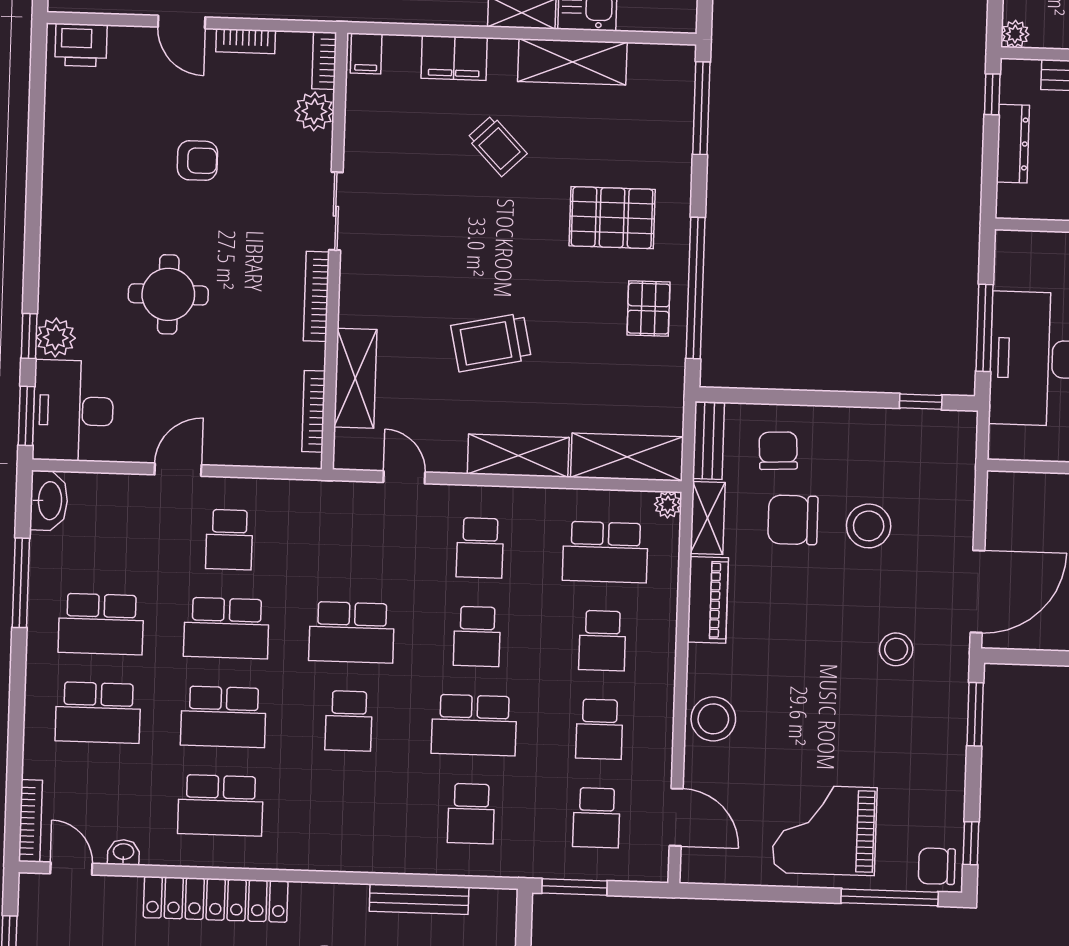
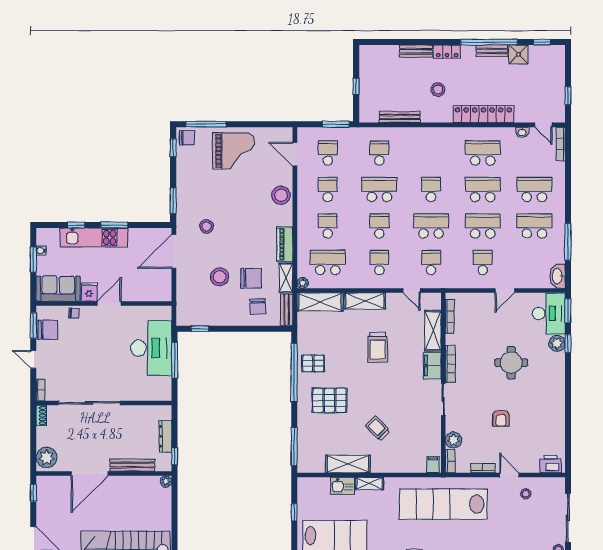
filing cabinet: (454, 58) -> (432, 366), moved, turned -90
armchair: (197, 161) -> (501, 418), turned -90
pallet: (648, 309) -> (313, 363), turned 90
trolley: (491, 342) -> (378, 347), turned 102
school desk: (355, 544) -> (431, 263), added

